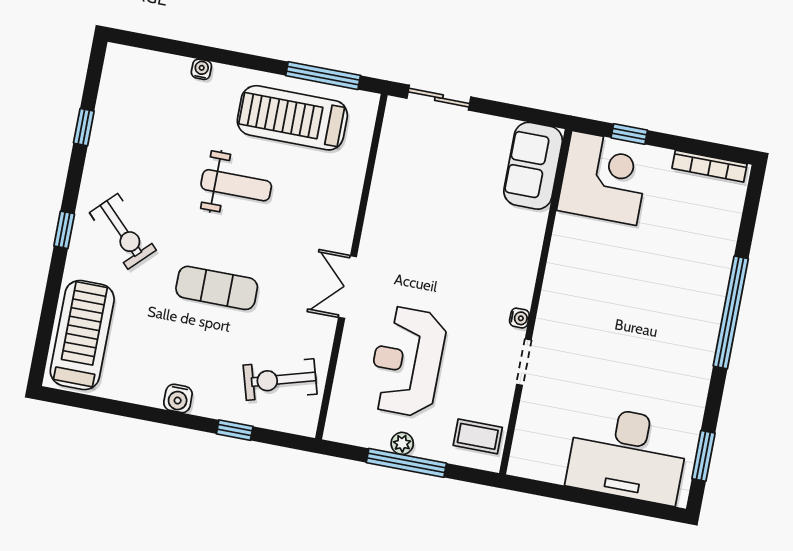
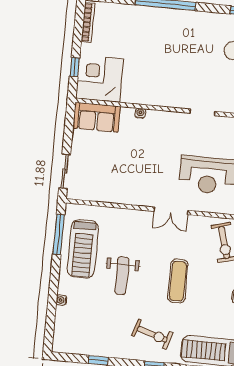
weight bench: (236, 185) -> (122, 276), turned 180
exercise bike: (123, 231) -> (152, 334), turned 62
water cooler: (519, 318) -> (140, 113), moved

